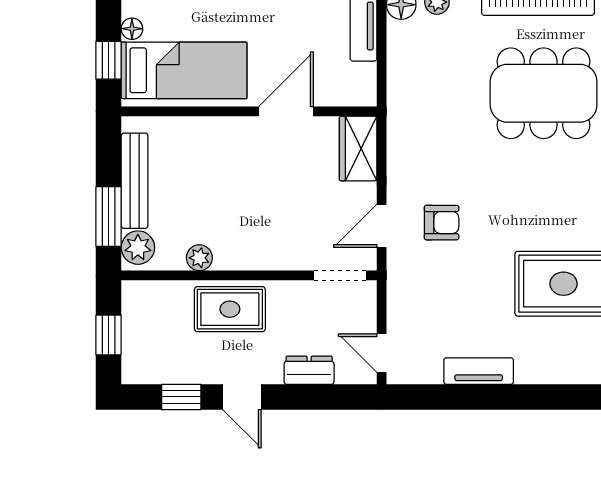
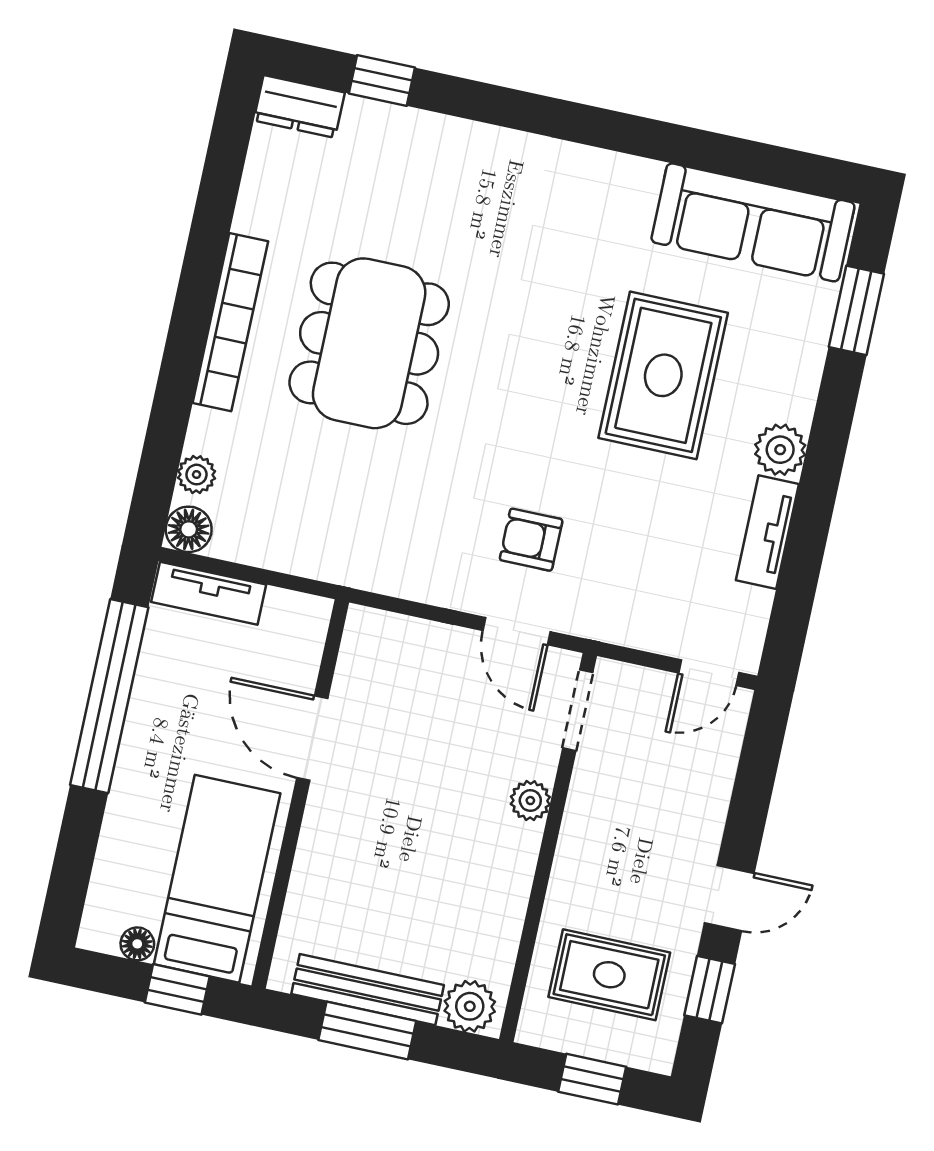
wardrobe: (358, 148) -> (392, 641), removed
window: (109, 216) -> (367, 1031), moved
armchair: (442, 223) -> (531, 540), turned -90
plant: (199, 258) -> (530, 801), moved
rug: (230, 309) -> (609, 975), moved, turned 90
plant: (532, 368) -> (780, 450), added
dresser: (309, 370) -> (711, 788), removed

